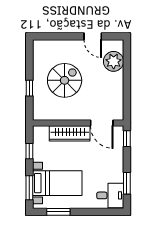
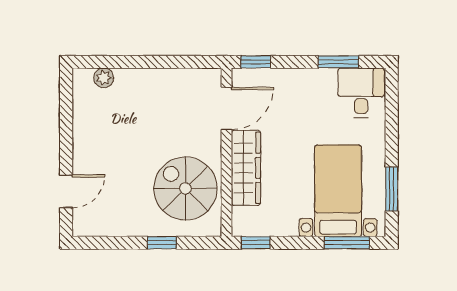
door: (93, 36) -> (66, 191), moved
plant: (114, 61) -> (104, 78), width x0.53, depth x0.53
spiral stairs: (65, 80) -> (185, 188), moved
window: (29, 151) -> (256, 243), moved

